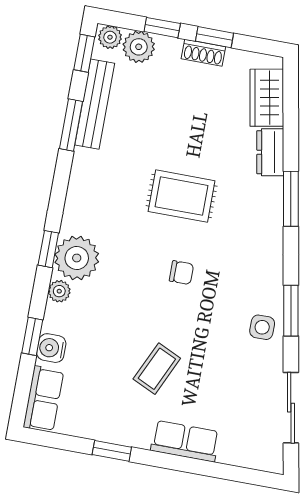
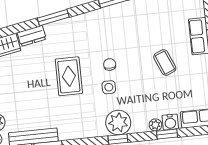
plant: (59, 291) -> (155, 125), moved
side table: (262, 327) -> (109, 87), moved
coffee table: (157, 369) -> (165, 63), turned 42

